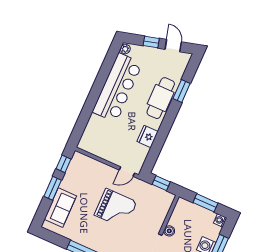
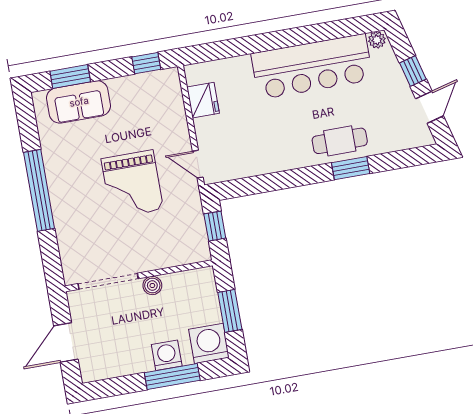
window: (182, 91) -> (351, 168), moved
cafe table: (161, 98) -> (340, 141), width x0.73, depth x0.74
fridge: (148, 136) -> (203, 100), moved, turned 90
window: (53, 188) -> (70, 76), moved
washing machine: (220, 220) -> (209, 343), width x1.89, depth x1.89

